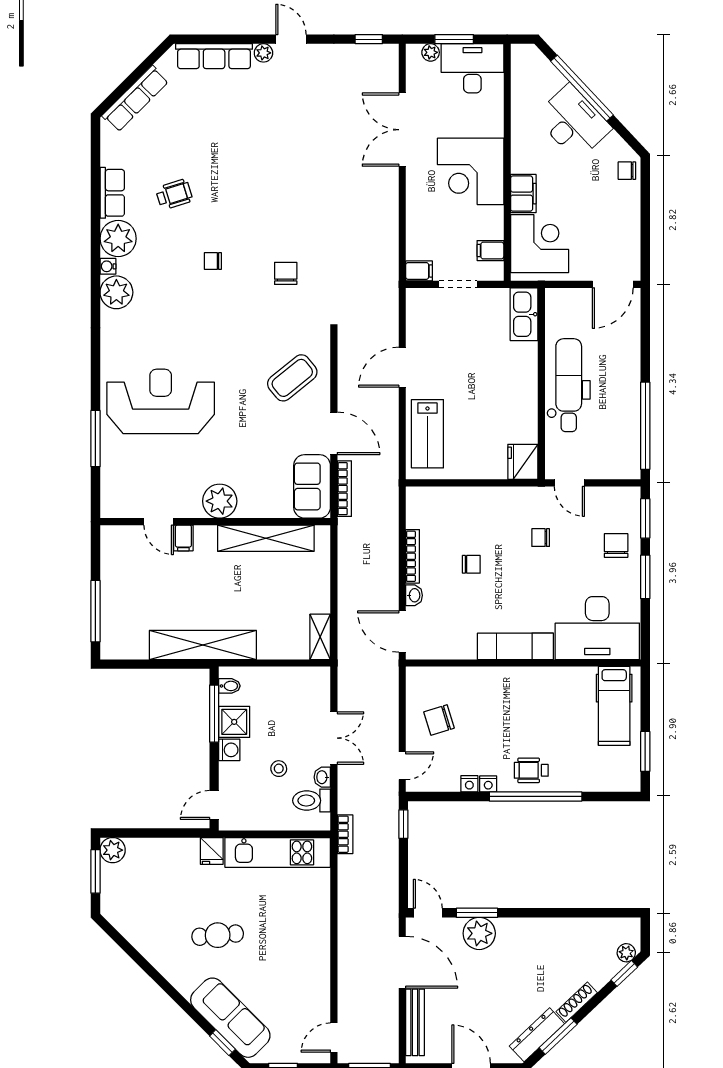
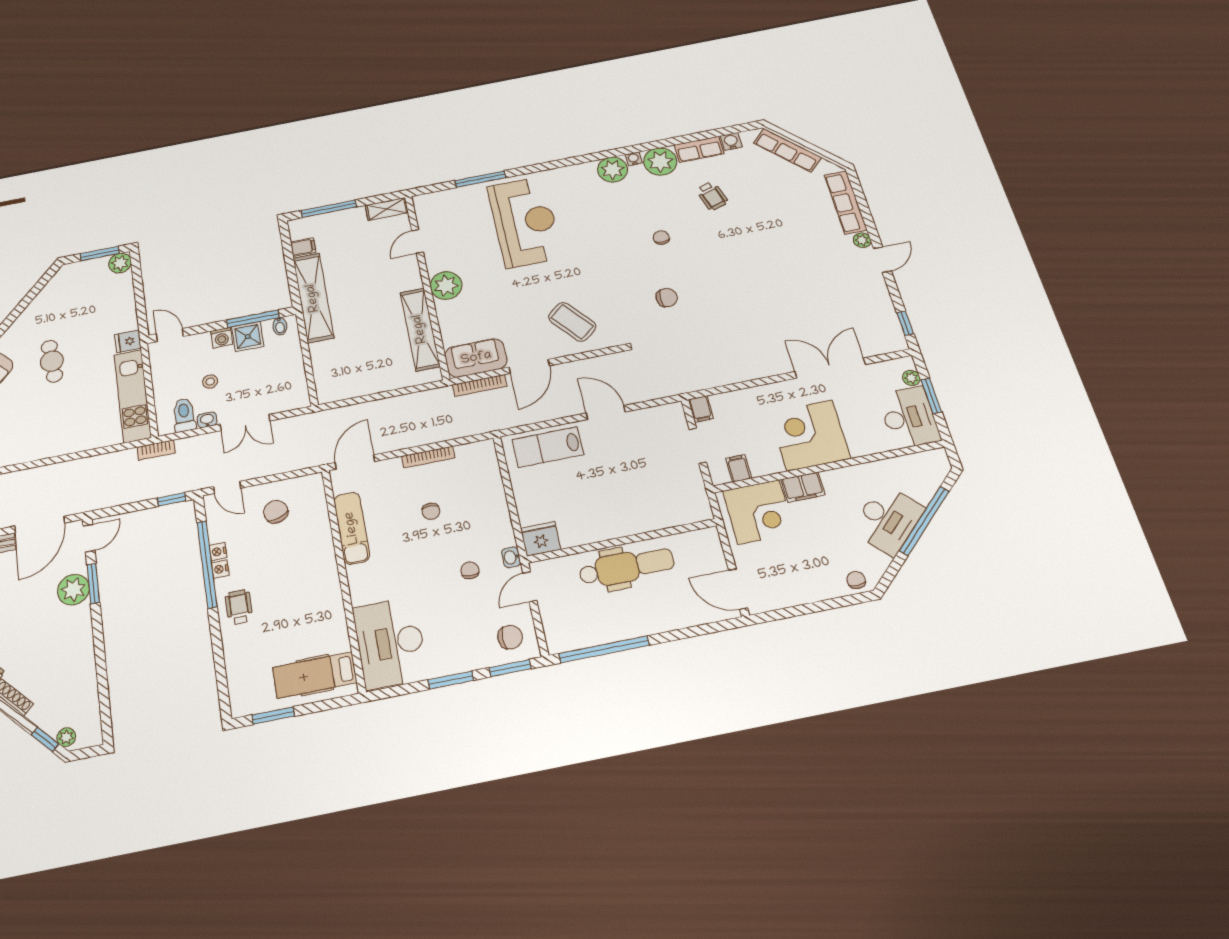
water cooler: (110, 156) -> (731, 141), added
kitchen sink: (524, 314) -> (685, 511), removed
filing cabinet: (183, 538) -> (303, 247), moved, turned 180
chair: (616, 545) -> (510, 637), moved
washbasin: (414, 595) -> (511, 557), moved, turned 90
shelving: (320, 637) -> (387, 209), moved
exam couch: (515, 646) -> (352, 528), moved
window: (536, 796) -> (207, 564), moved

